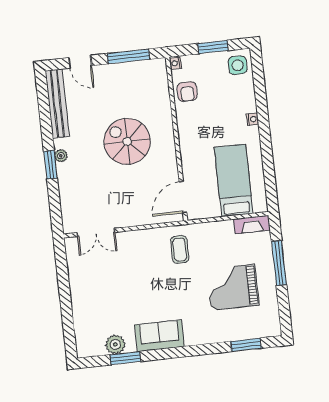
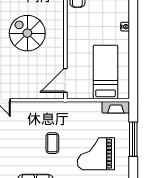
coffee table: (180, 250) -> (52, 143), moved

